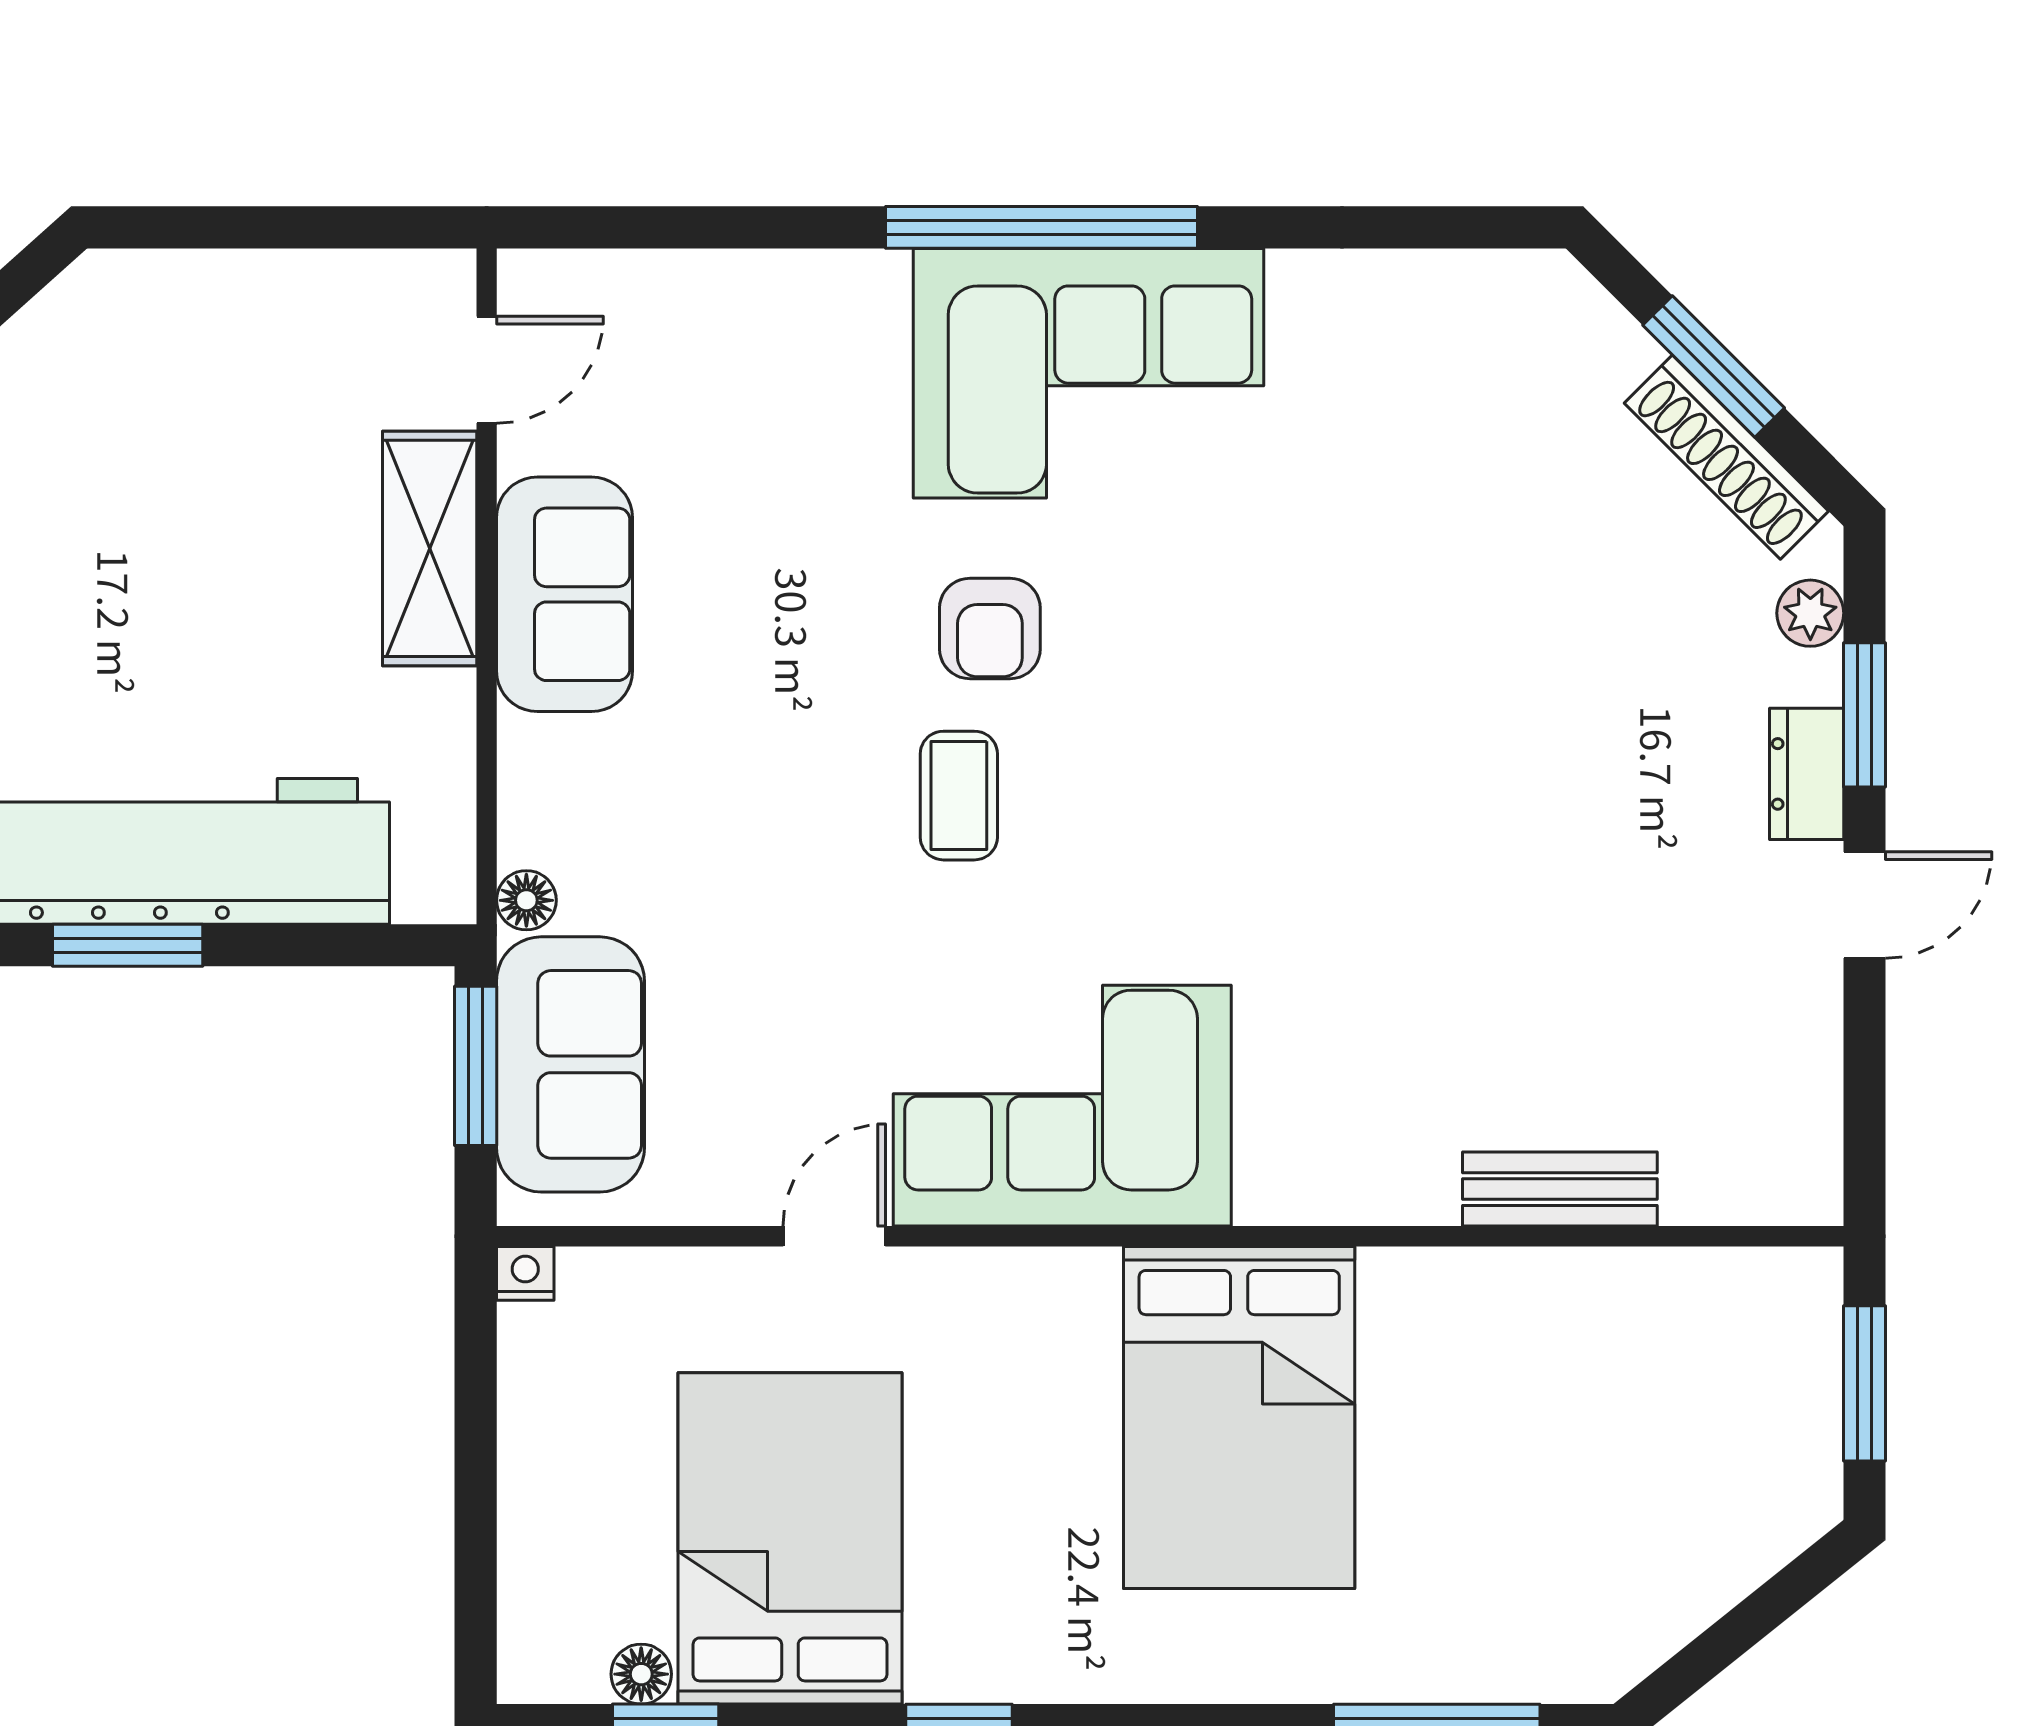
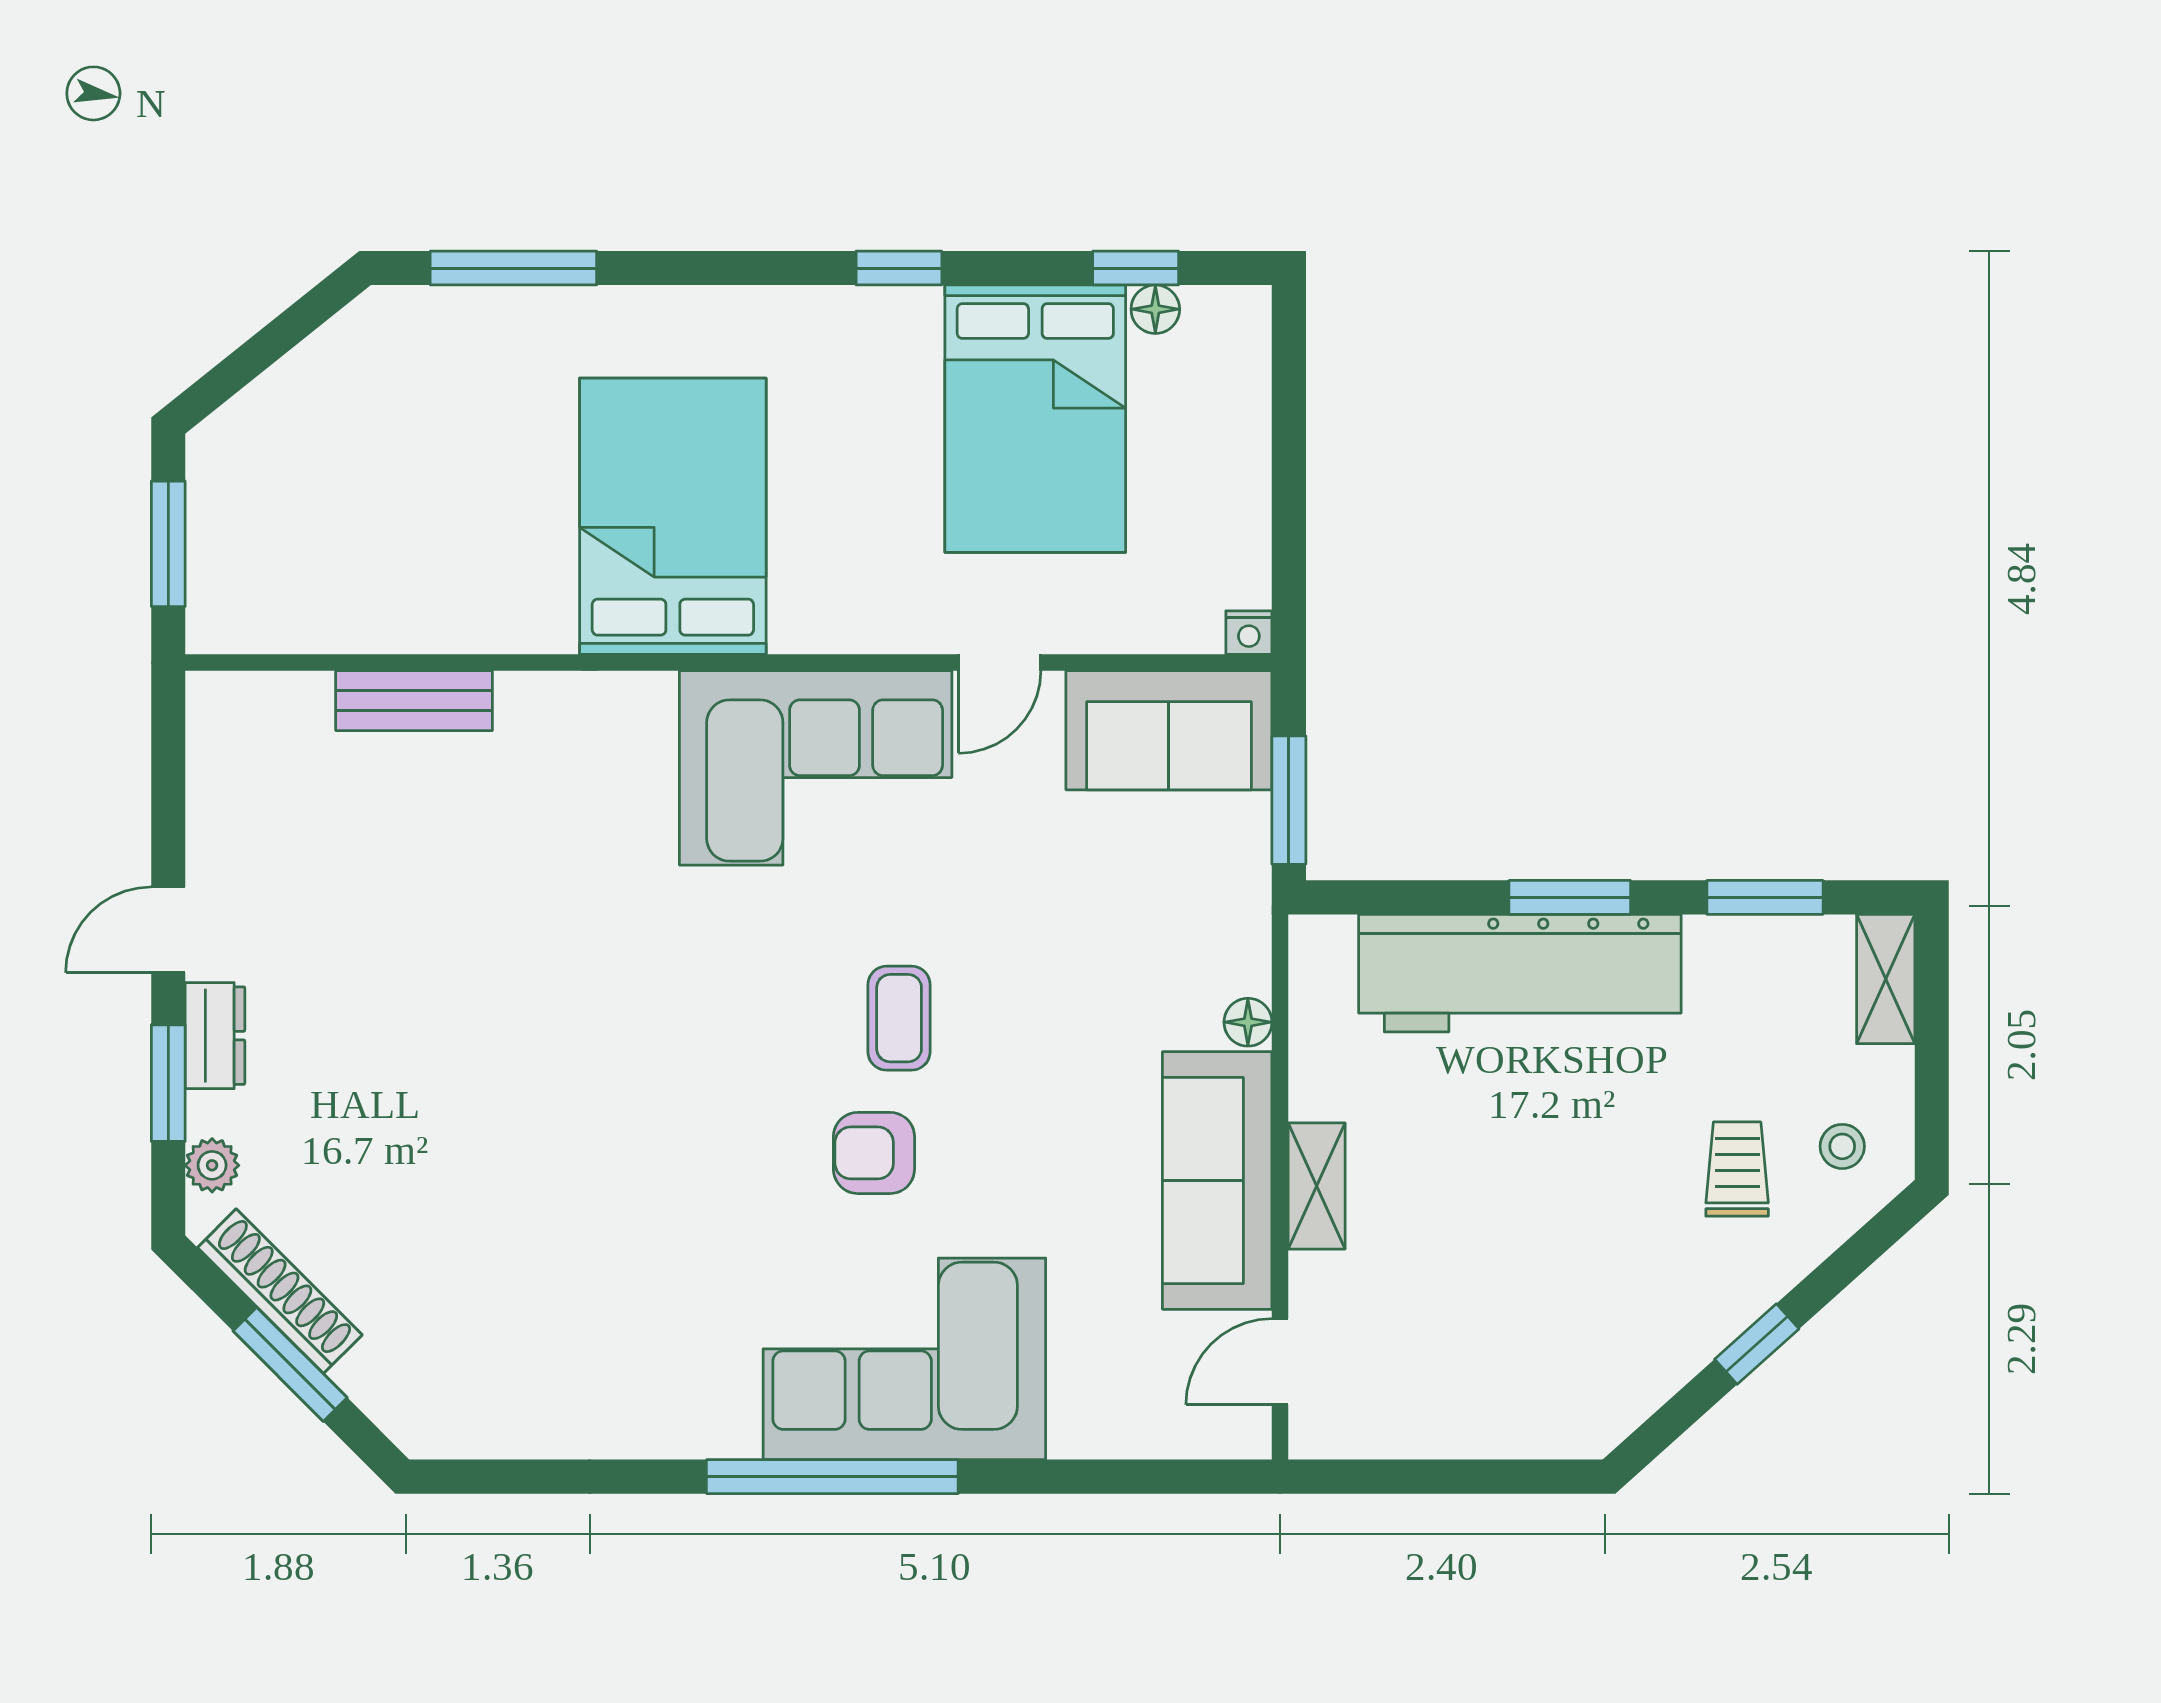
corner sofa: (1088, 373) -> (904, 1359), moved
shelving: (430, 548) -> (1317, 1186), width x0.67, depth x0.75
sofa: (565, 594) -> (1217, 1180), width x1.36
armchair: (990, 628) -> (874, 1153), turned -90
floor lamp: (526, 900) -> (1248, 1022), moved
sofa: (570, 1064) -> (1169, 730), moved, turned -90

